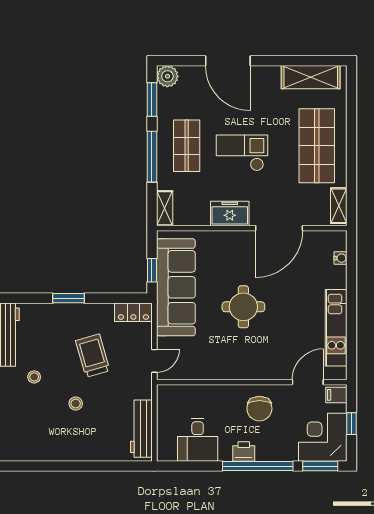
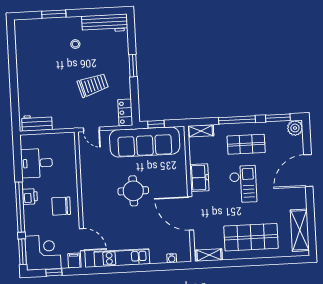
stool: (76, 404) -> (58, 75), removed
workbench: (141, 429) -> (37, 123), width x0.73

